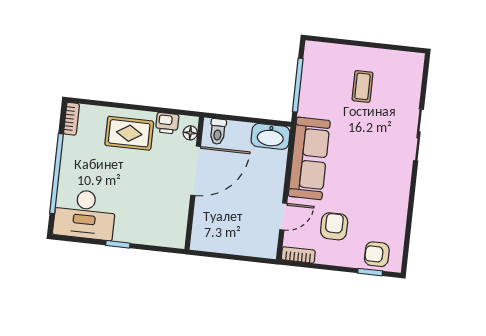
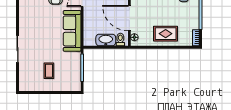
printer: (167, 123) -> (147, 41), removed
washbasin: (270, 136) -> (106, 40), moved
door: (196, 171) -> (129, 18), hinge flipped

